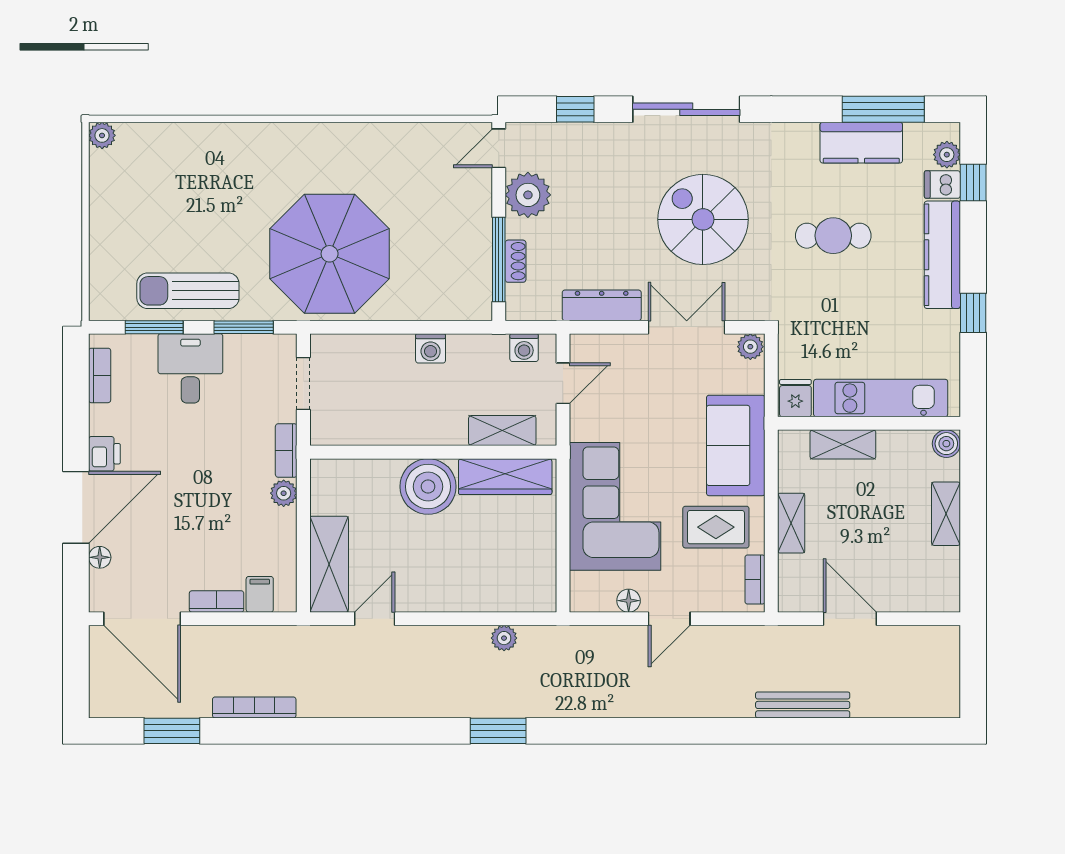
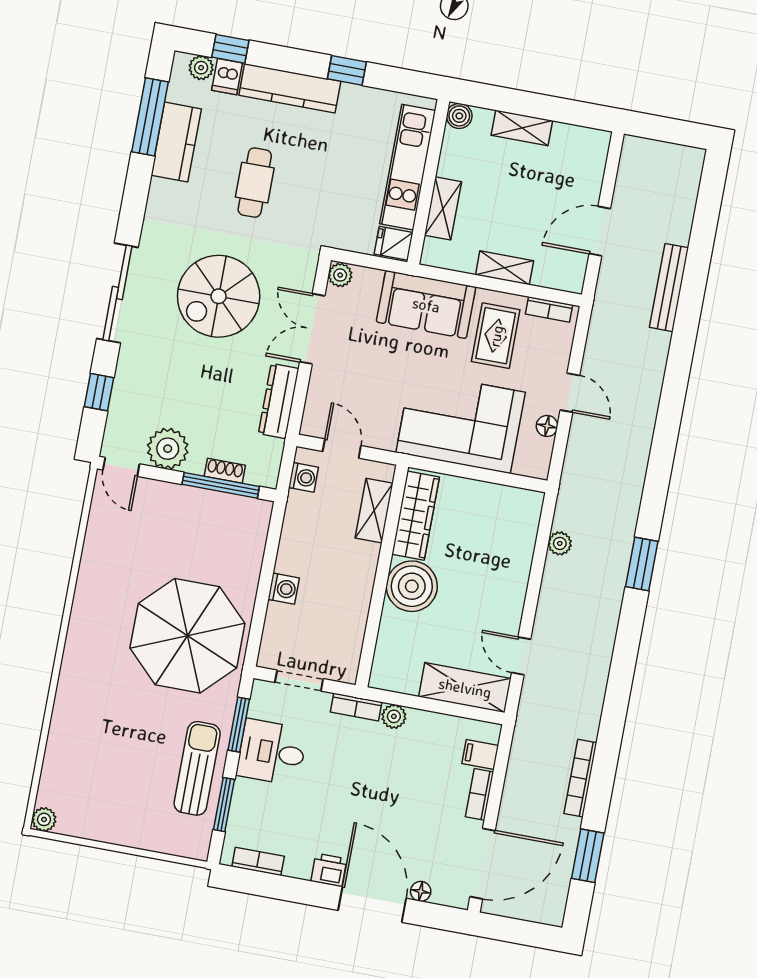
sun lounger: (188, 291) -> (197, 768), turned 180
washing machine: (431, 348) -> (284, 589), moved
desk: (190, 368) -> (272, 752), moved

